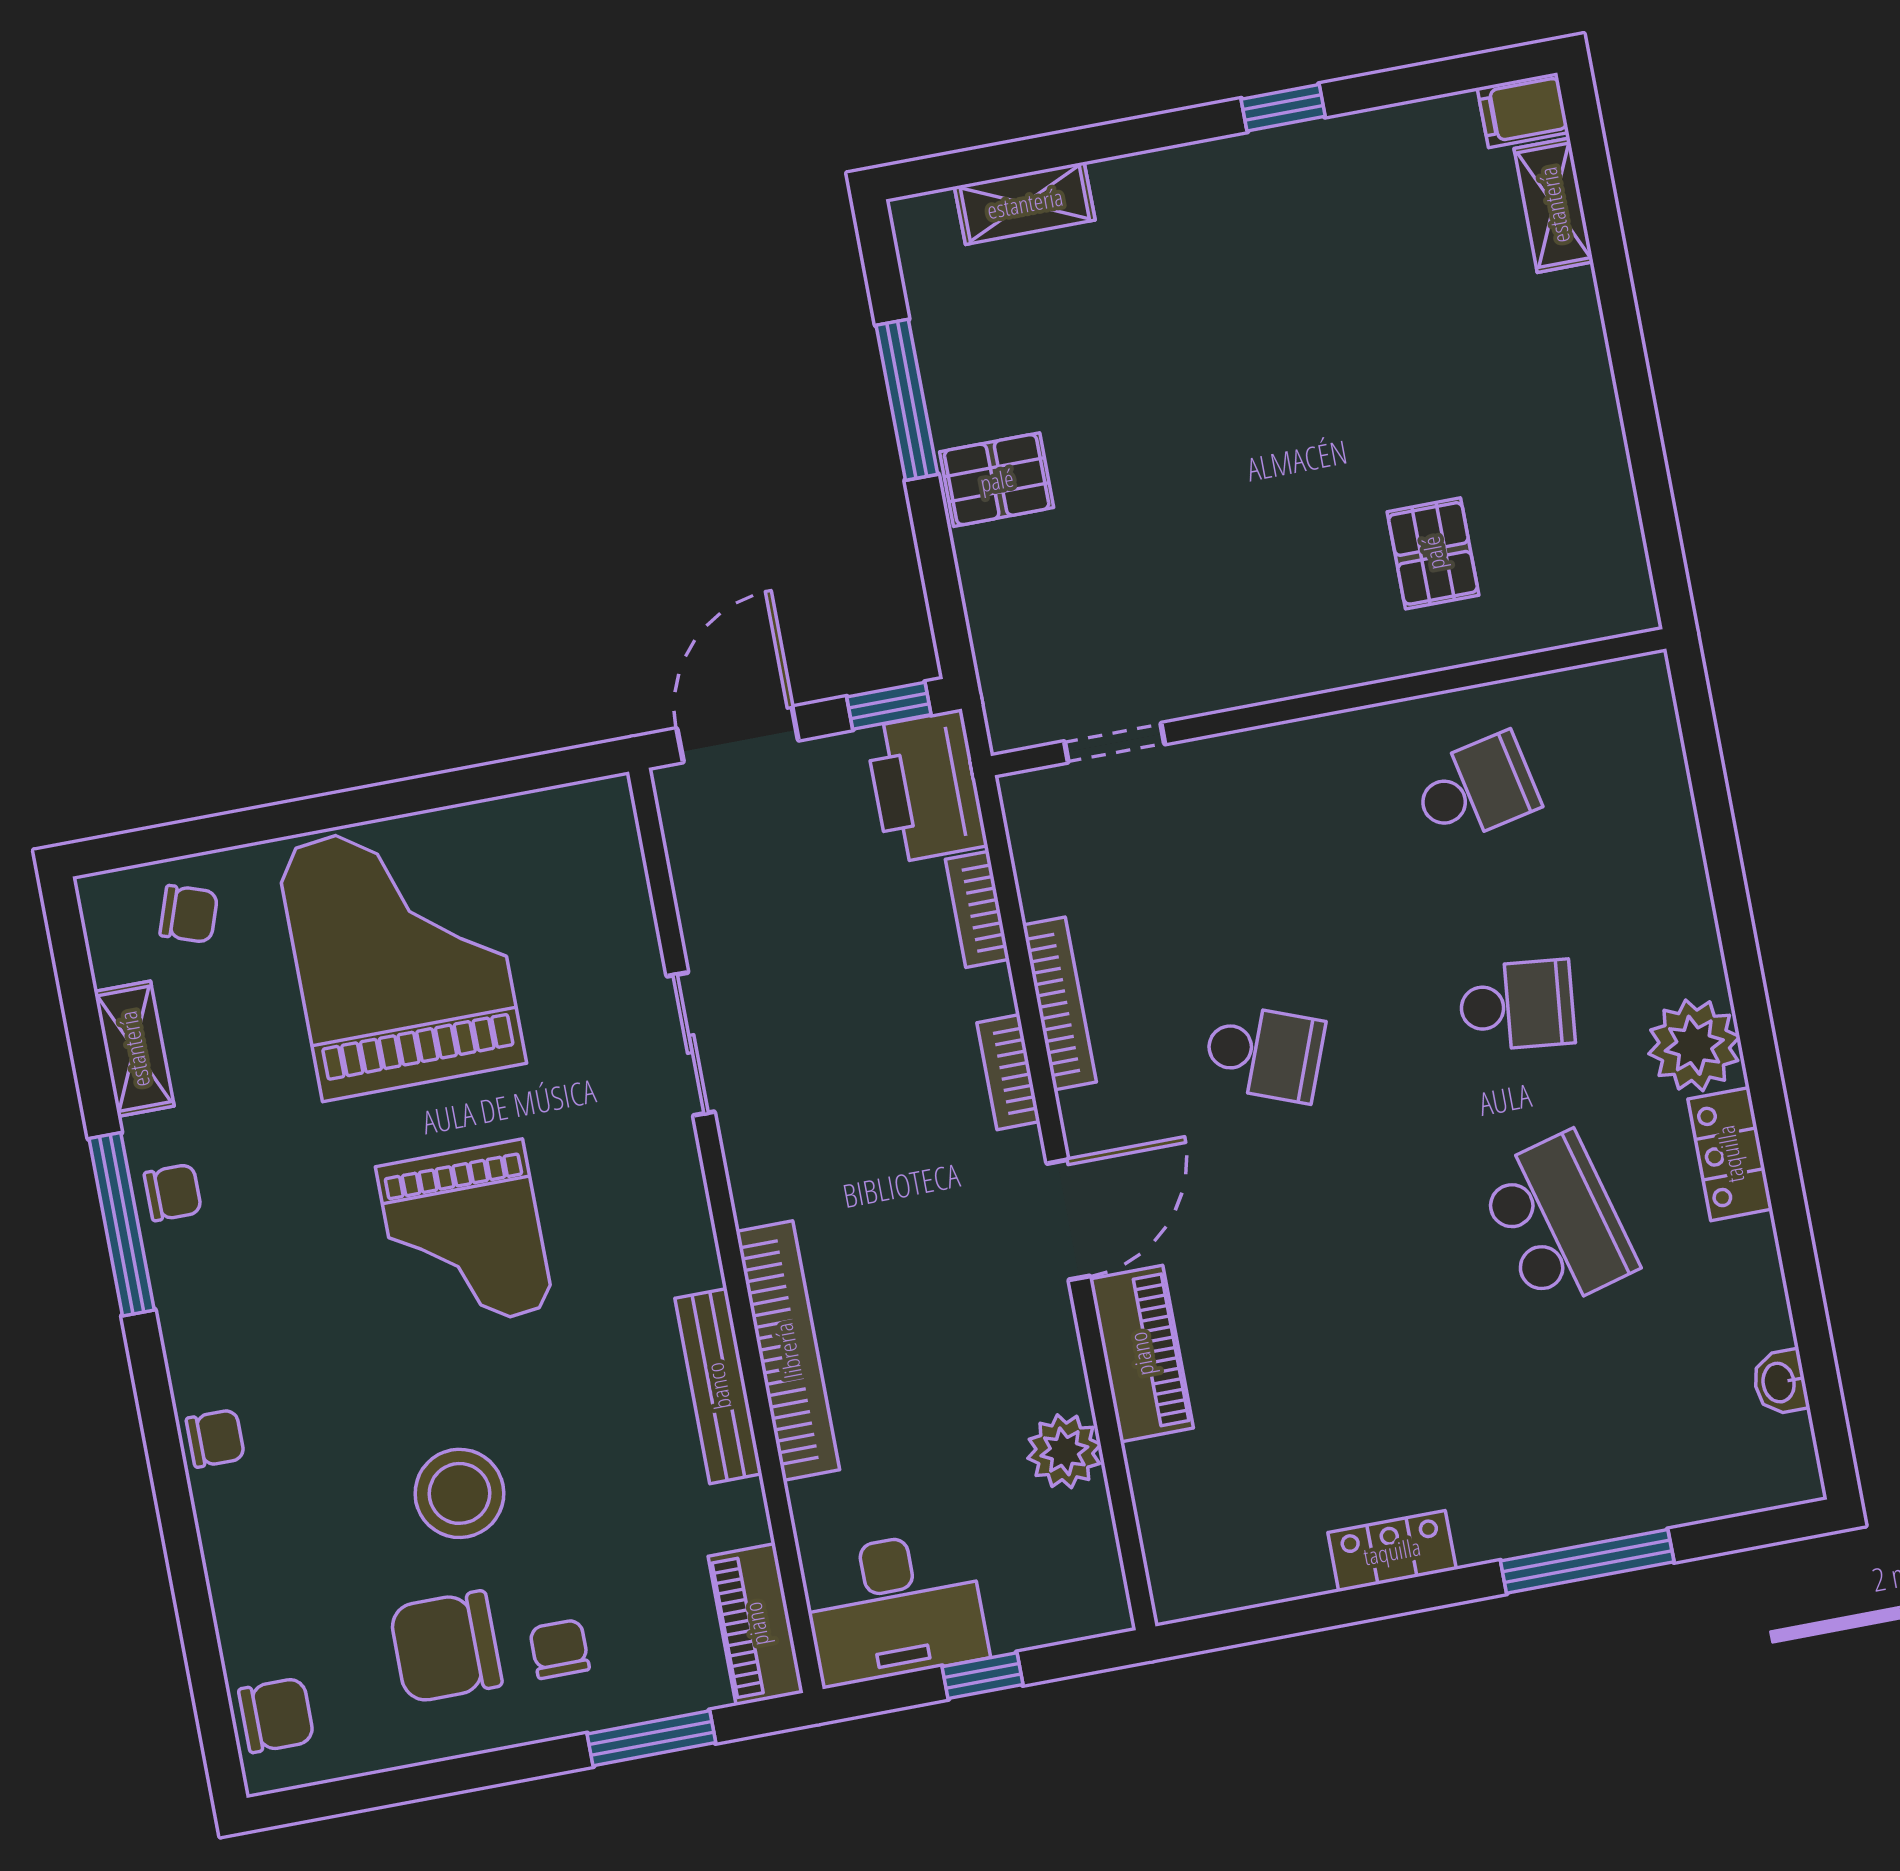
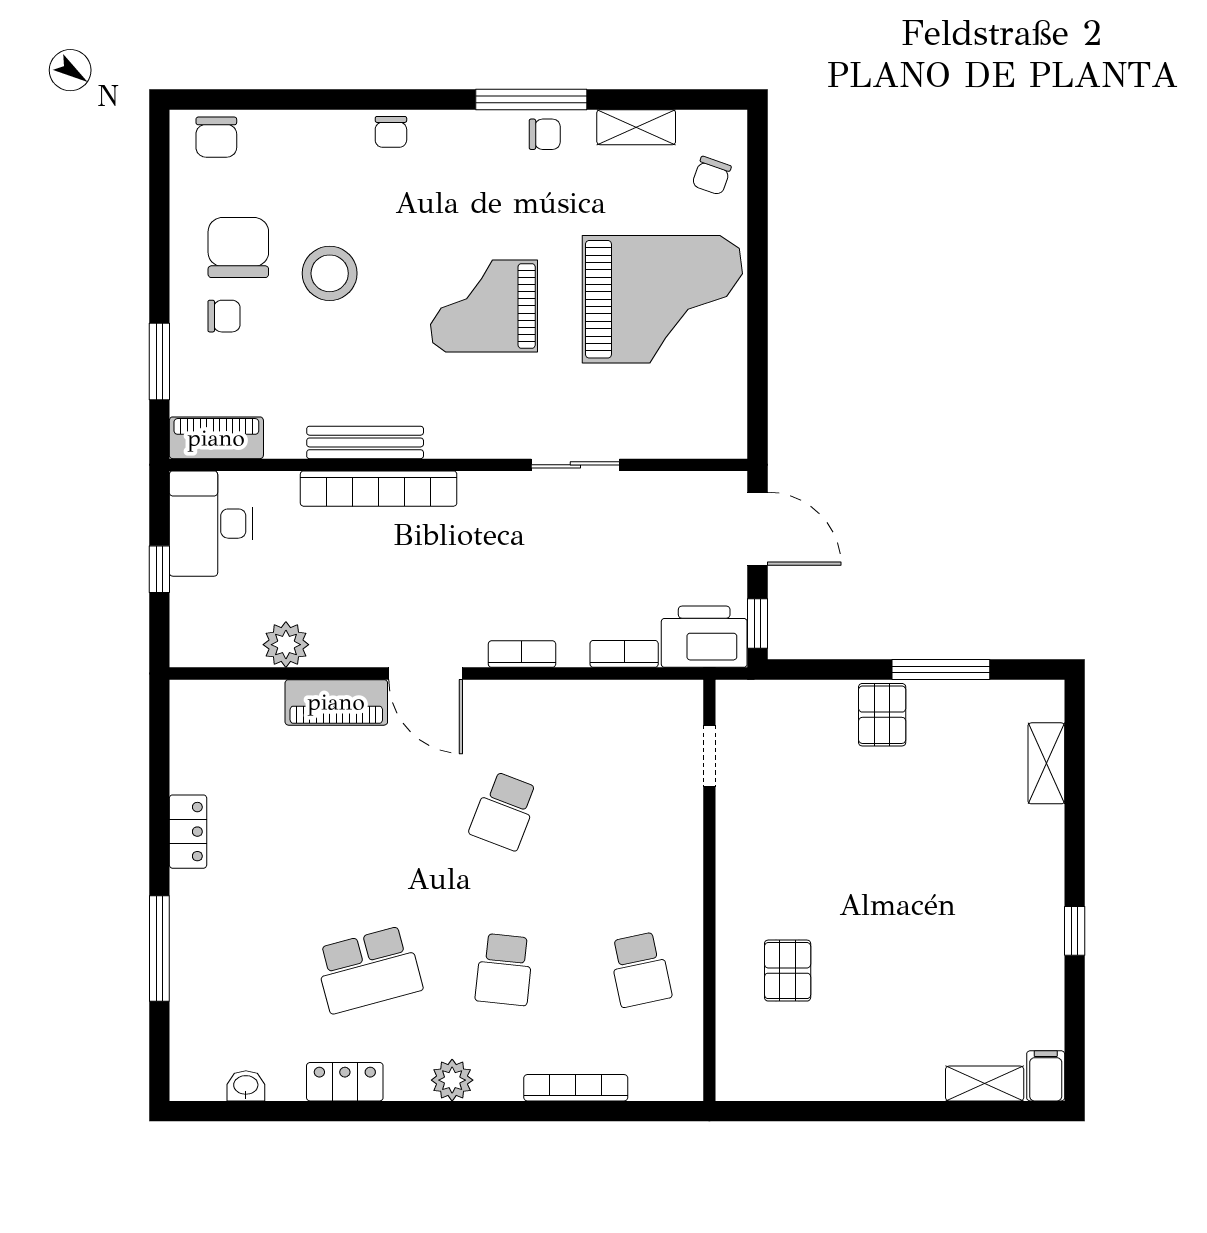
pallet: (1433, 553) -> (788, 971), turned 90
bookcase: (1059, 1003) -> (576, 1088), moved, turned 180
plant: (1694, 1045) -> (452, 1080), width x0.73, depth x0.73
locker: (1730, 1154) -> (345, 1082), moved
chair: (173, 1192) -> (545, 134), turned -90

